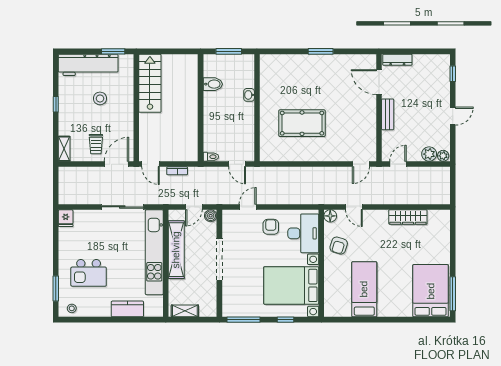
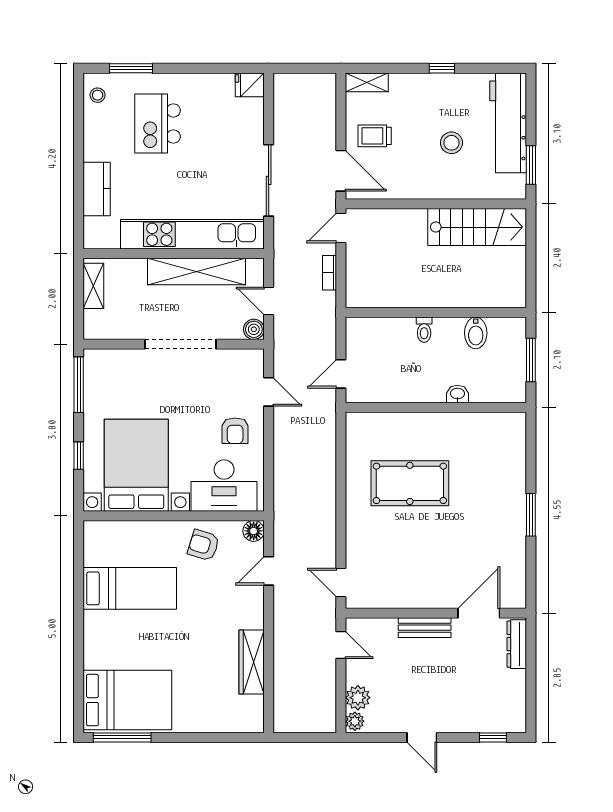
pool table: (302, 123) -> (410, 483), turned 90
toilet: (211, 157) -> (424, 330), moved
armchair: (271, 227) -> (235, 431), turned 90

